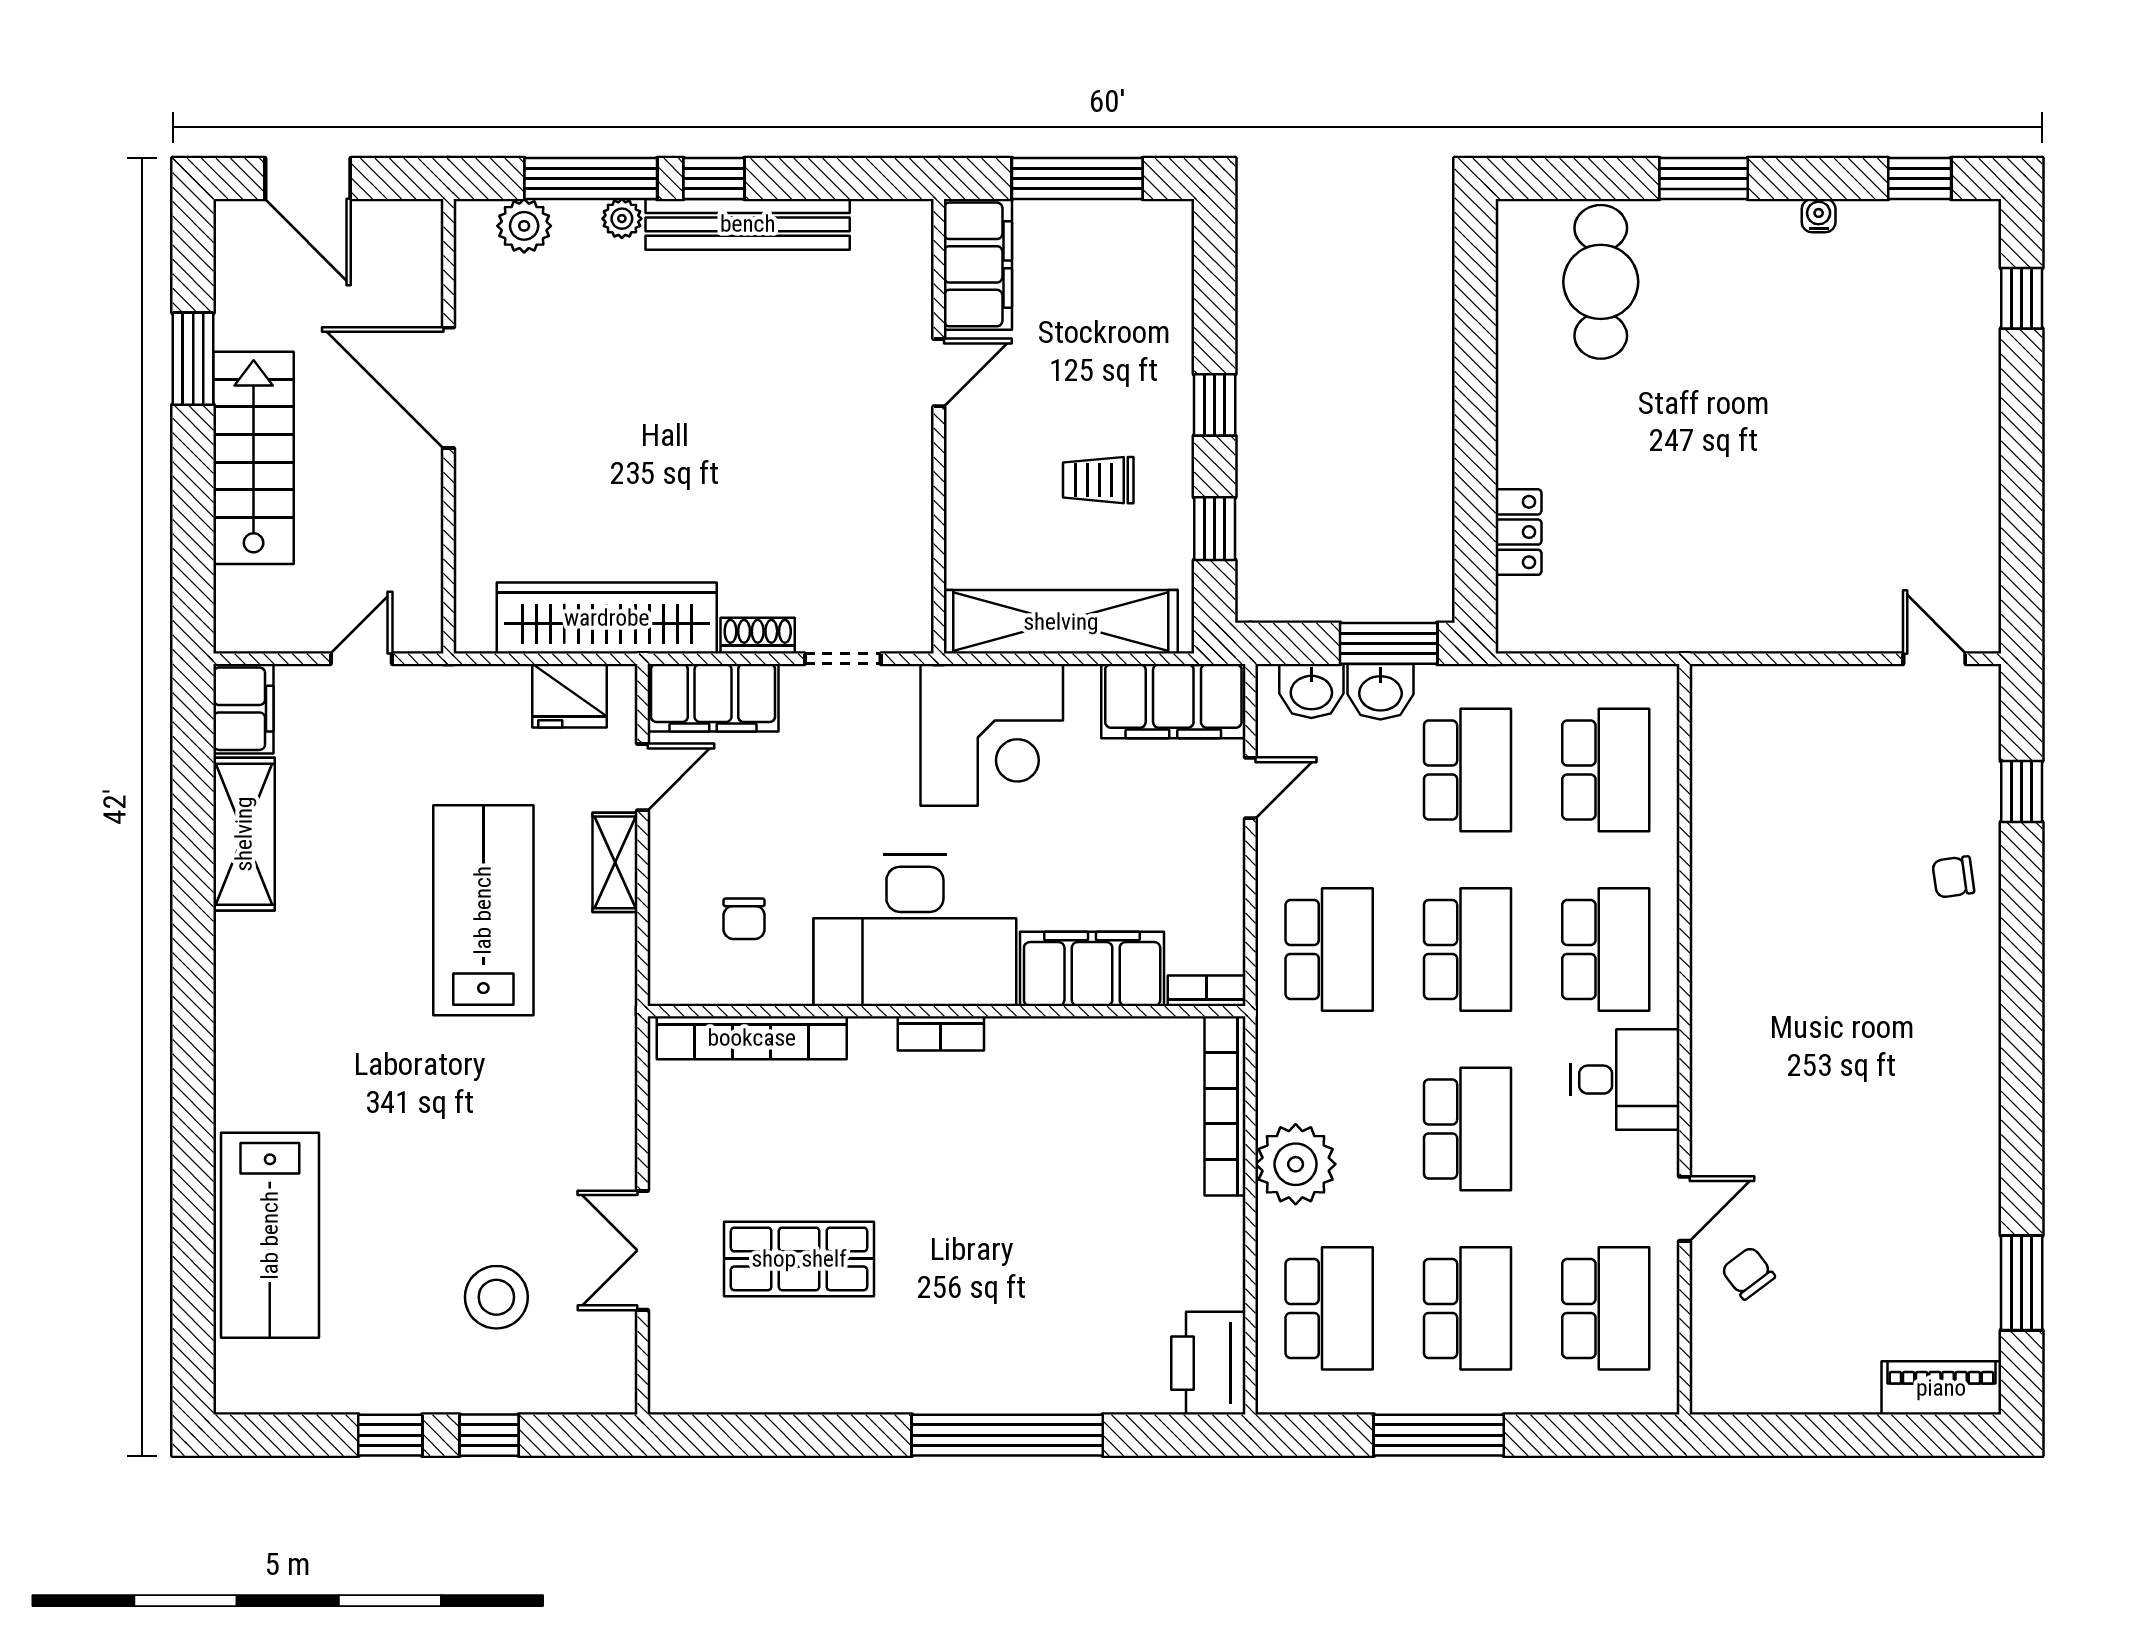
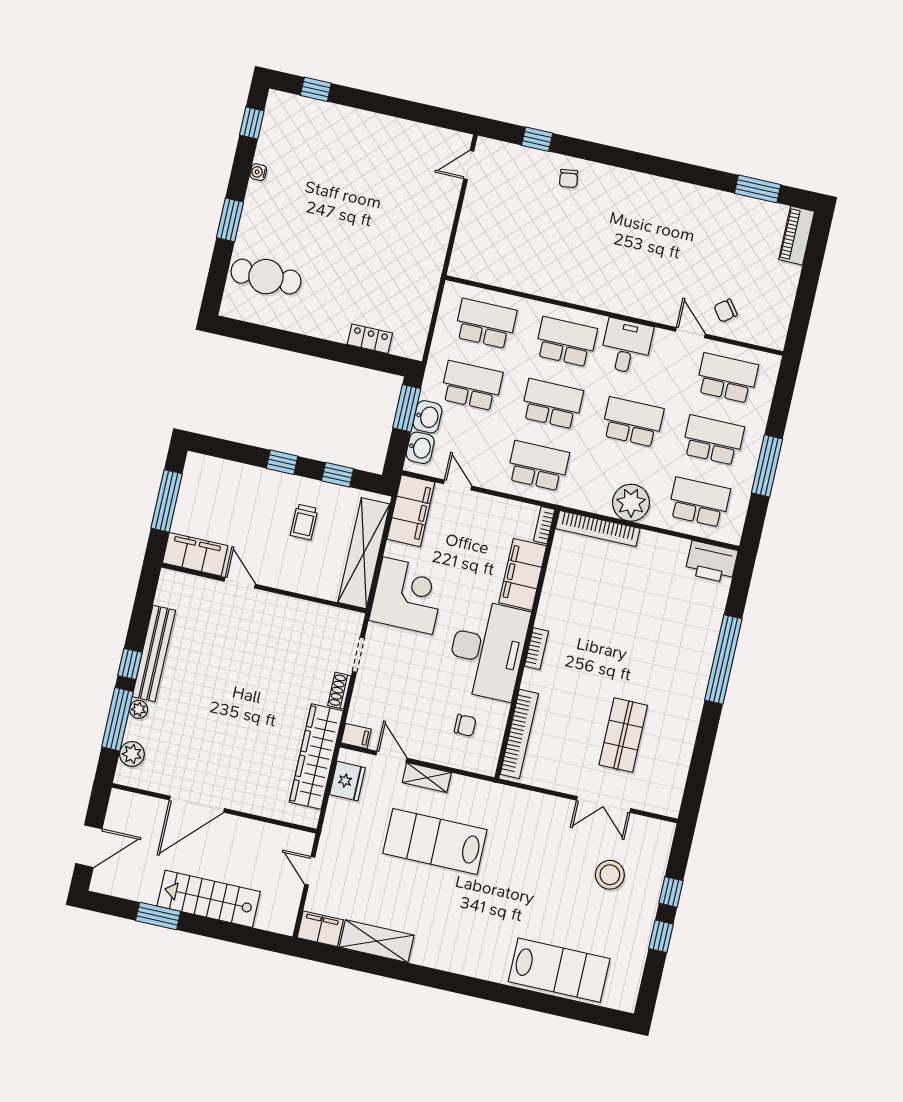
filing cabinet: (713, 698) -> (356, 736), width x0.33, depth x0.86

